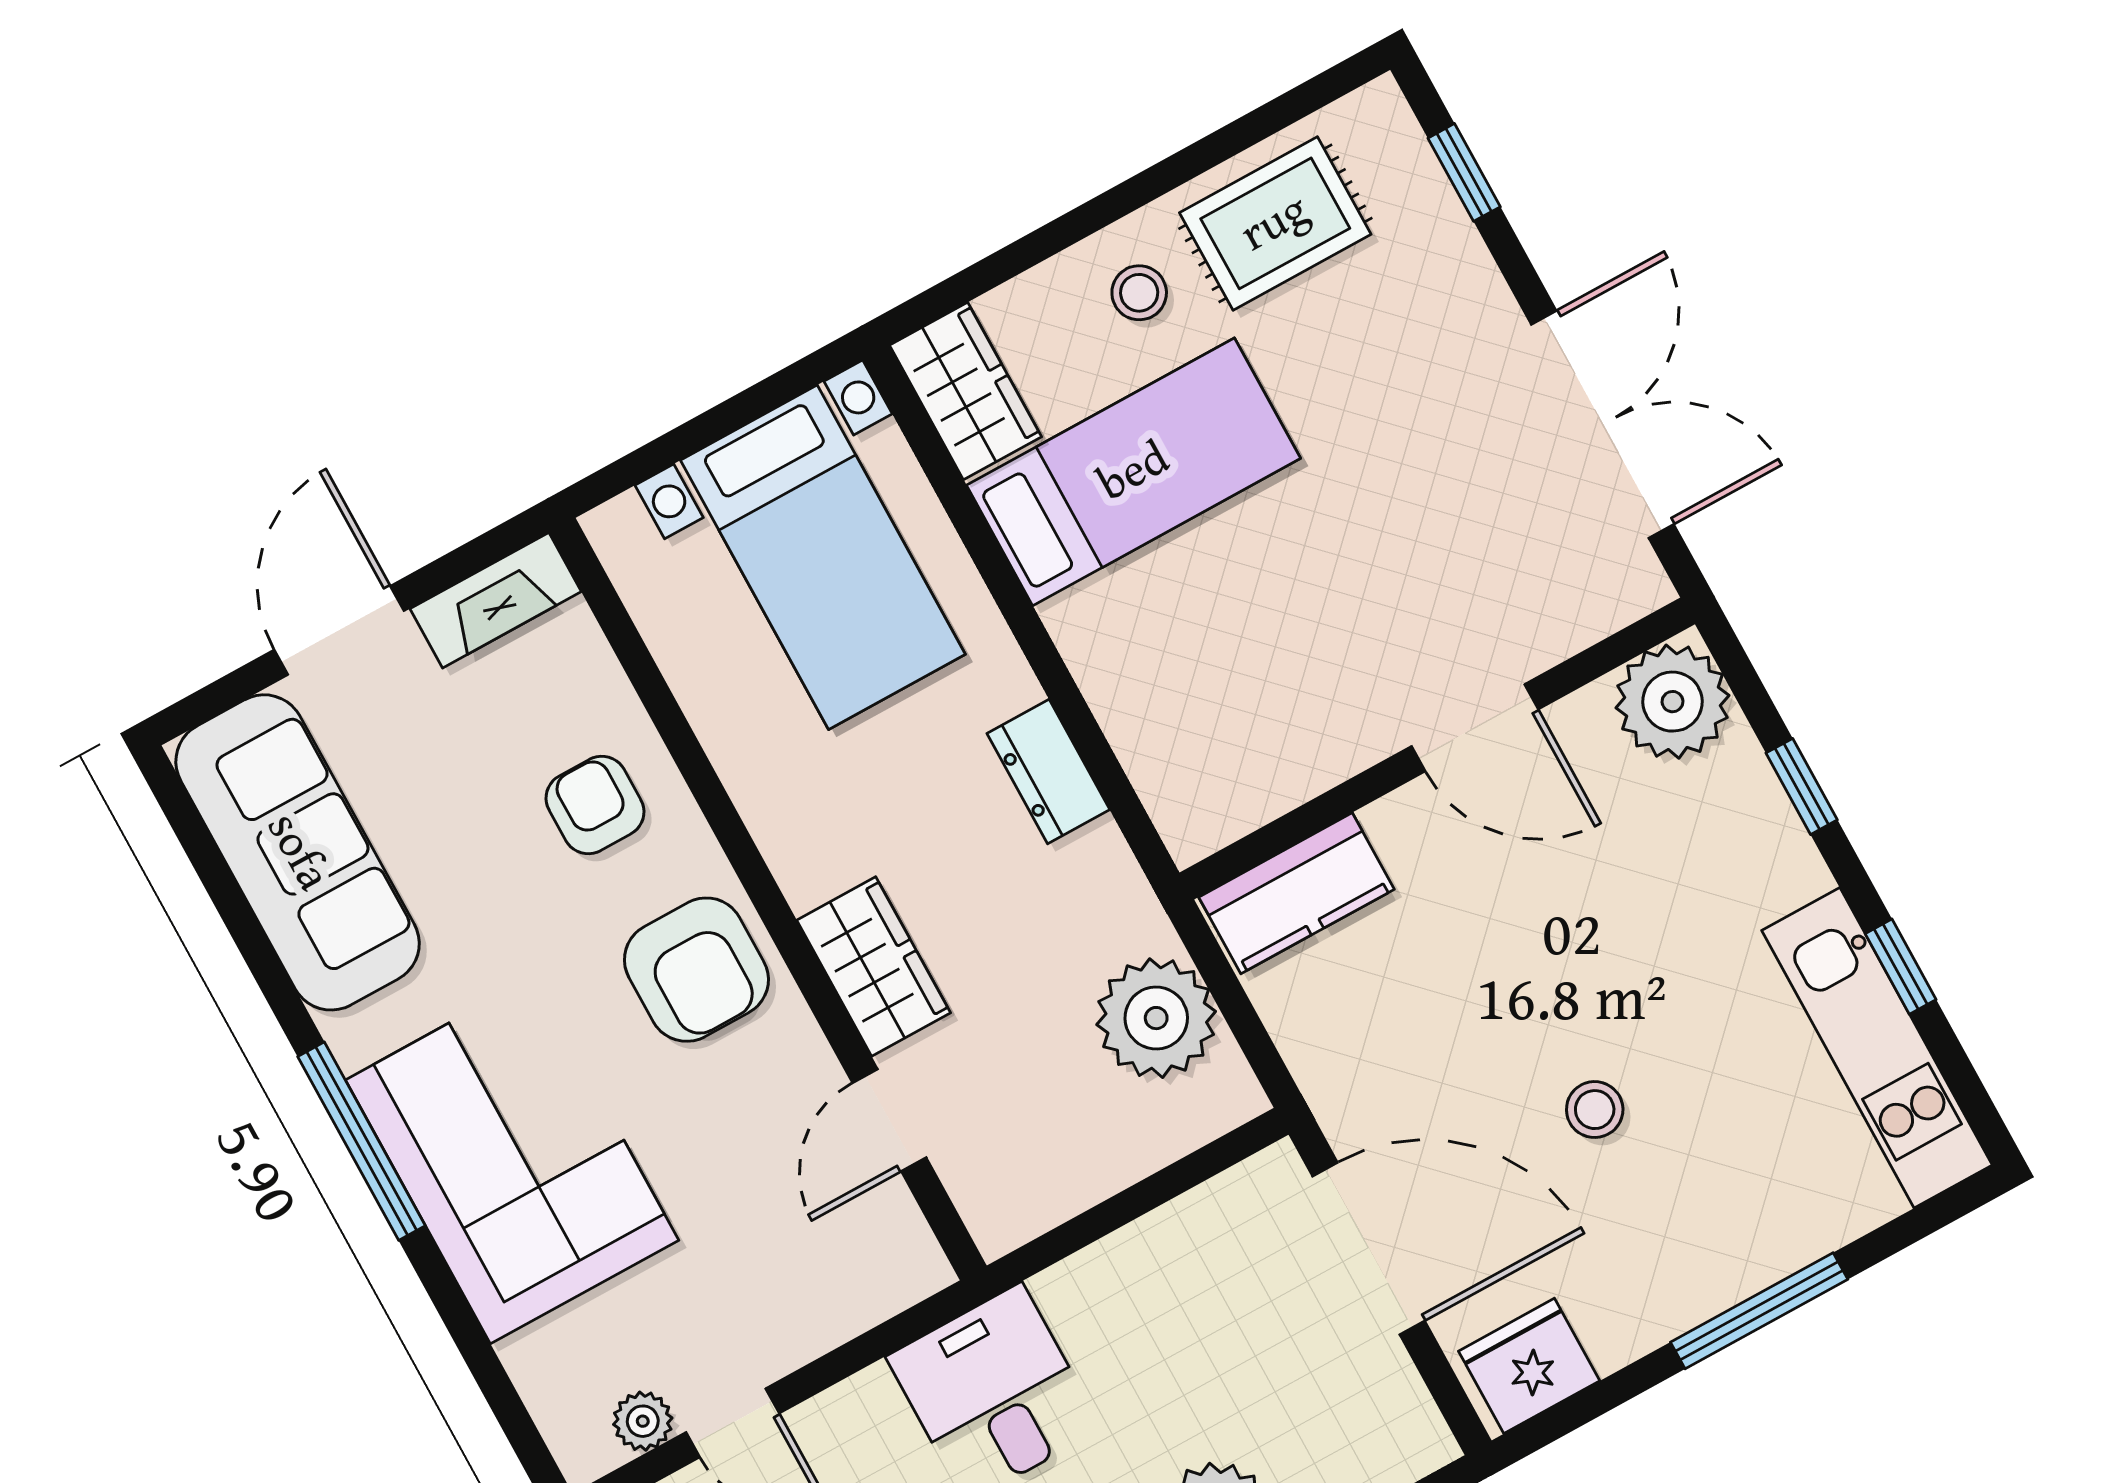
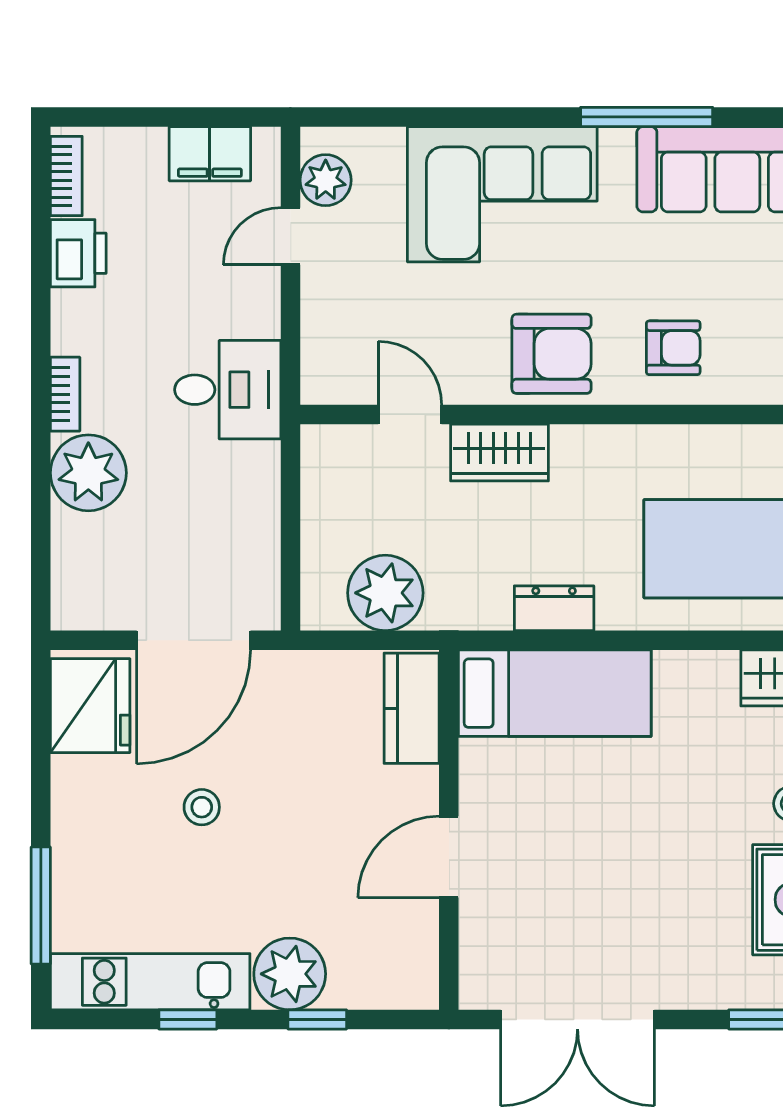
bed: (1134, 472) -> (555, 693), moved, turned -90
plant: (1673, 702) -> (290, 974), moved
armchair: (696, 970) -> (552, 354), turned 180
window: (362, 1141) -> (647, 117), moved
window: (1759, 1311) -> (41, 906), moved
fridge: (1529, 1366) -> (90, 706), width x1.36, depth x1.34
plant: (643, 1421) -> (326, 180), width x1.38, depth x1.38

